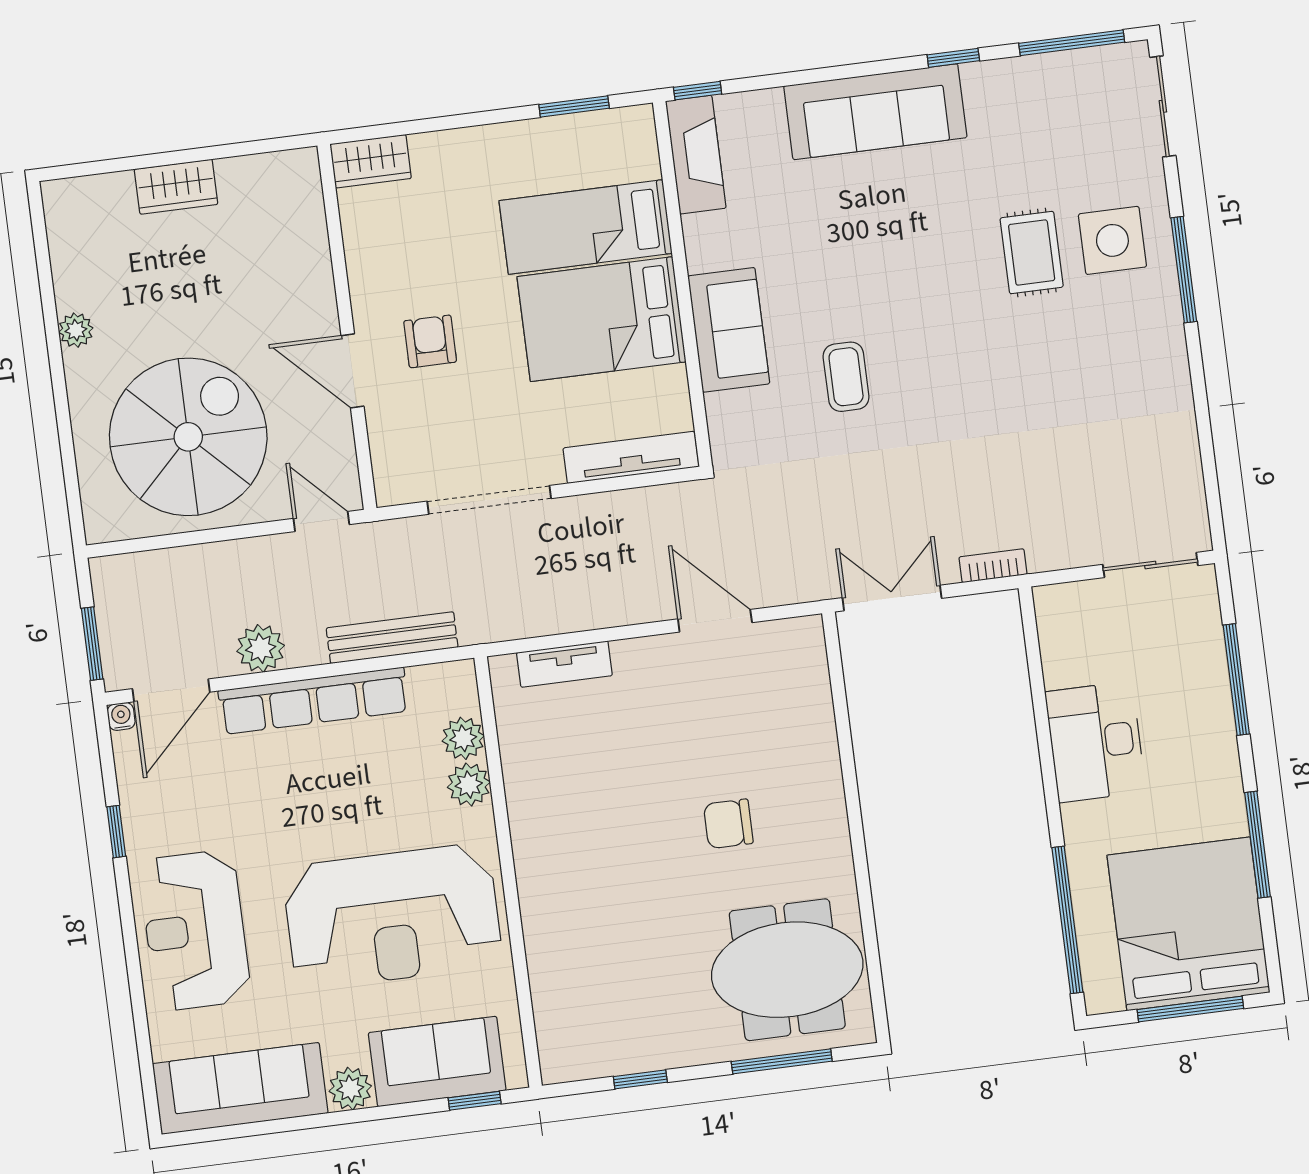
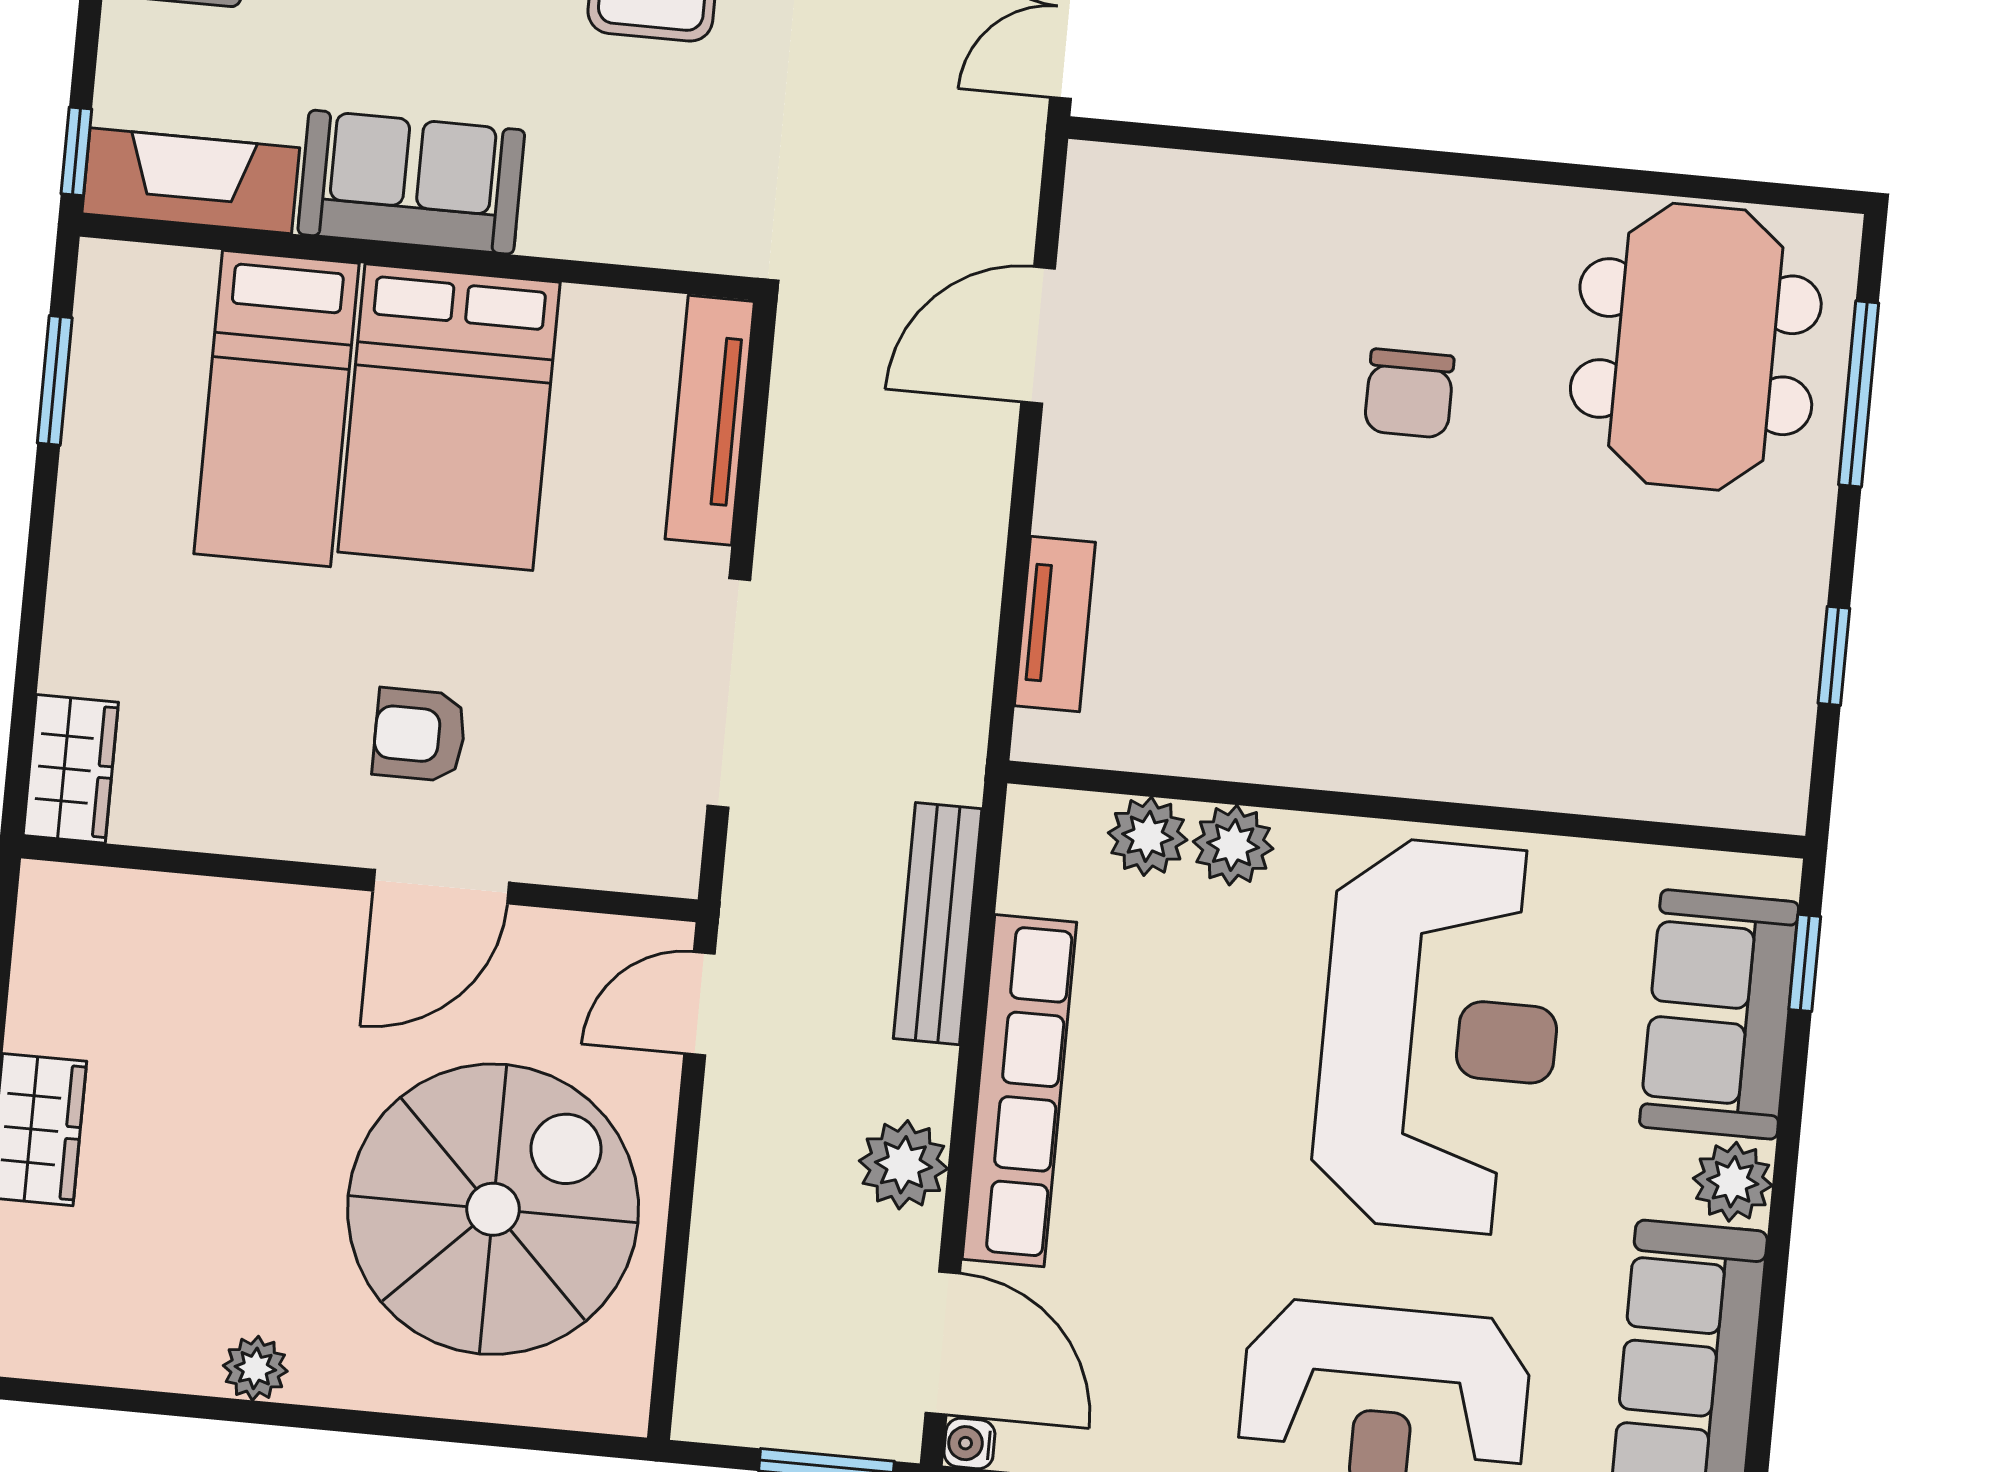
sofa: (729, 330) -> (411, 182), moved
spiral stairs: (188, 437) -> (493, 1209), turned 90

